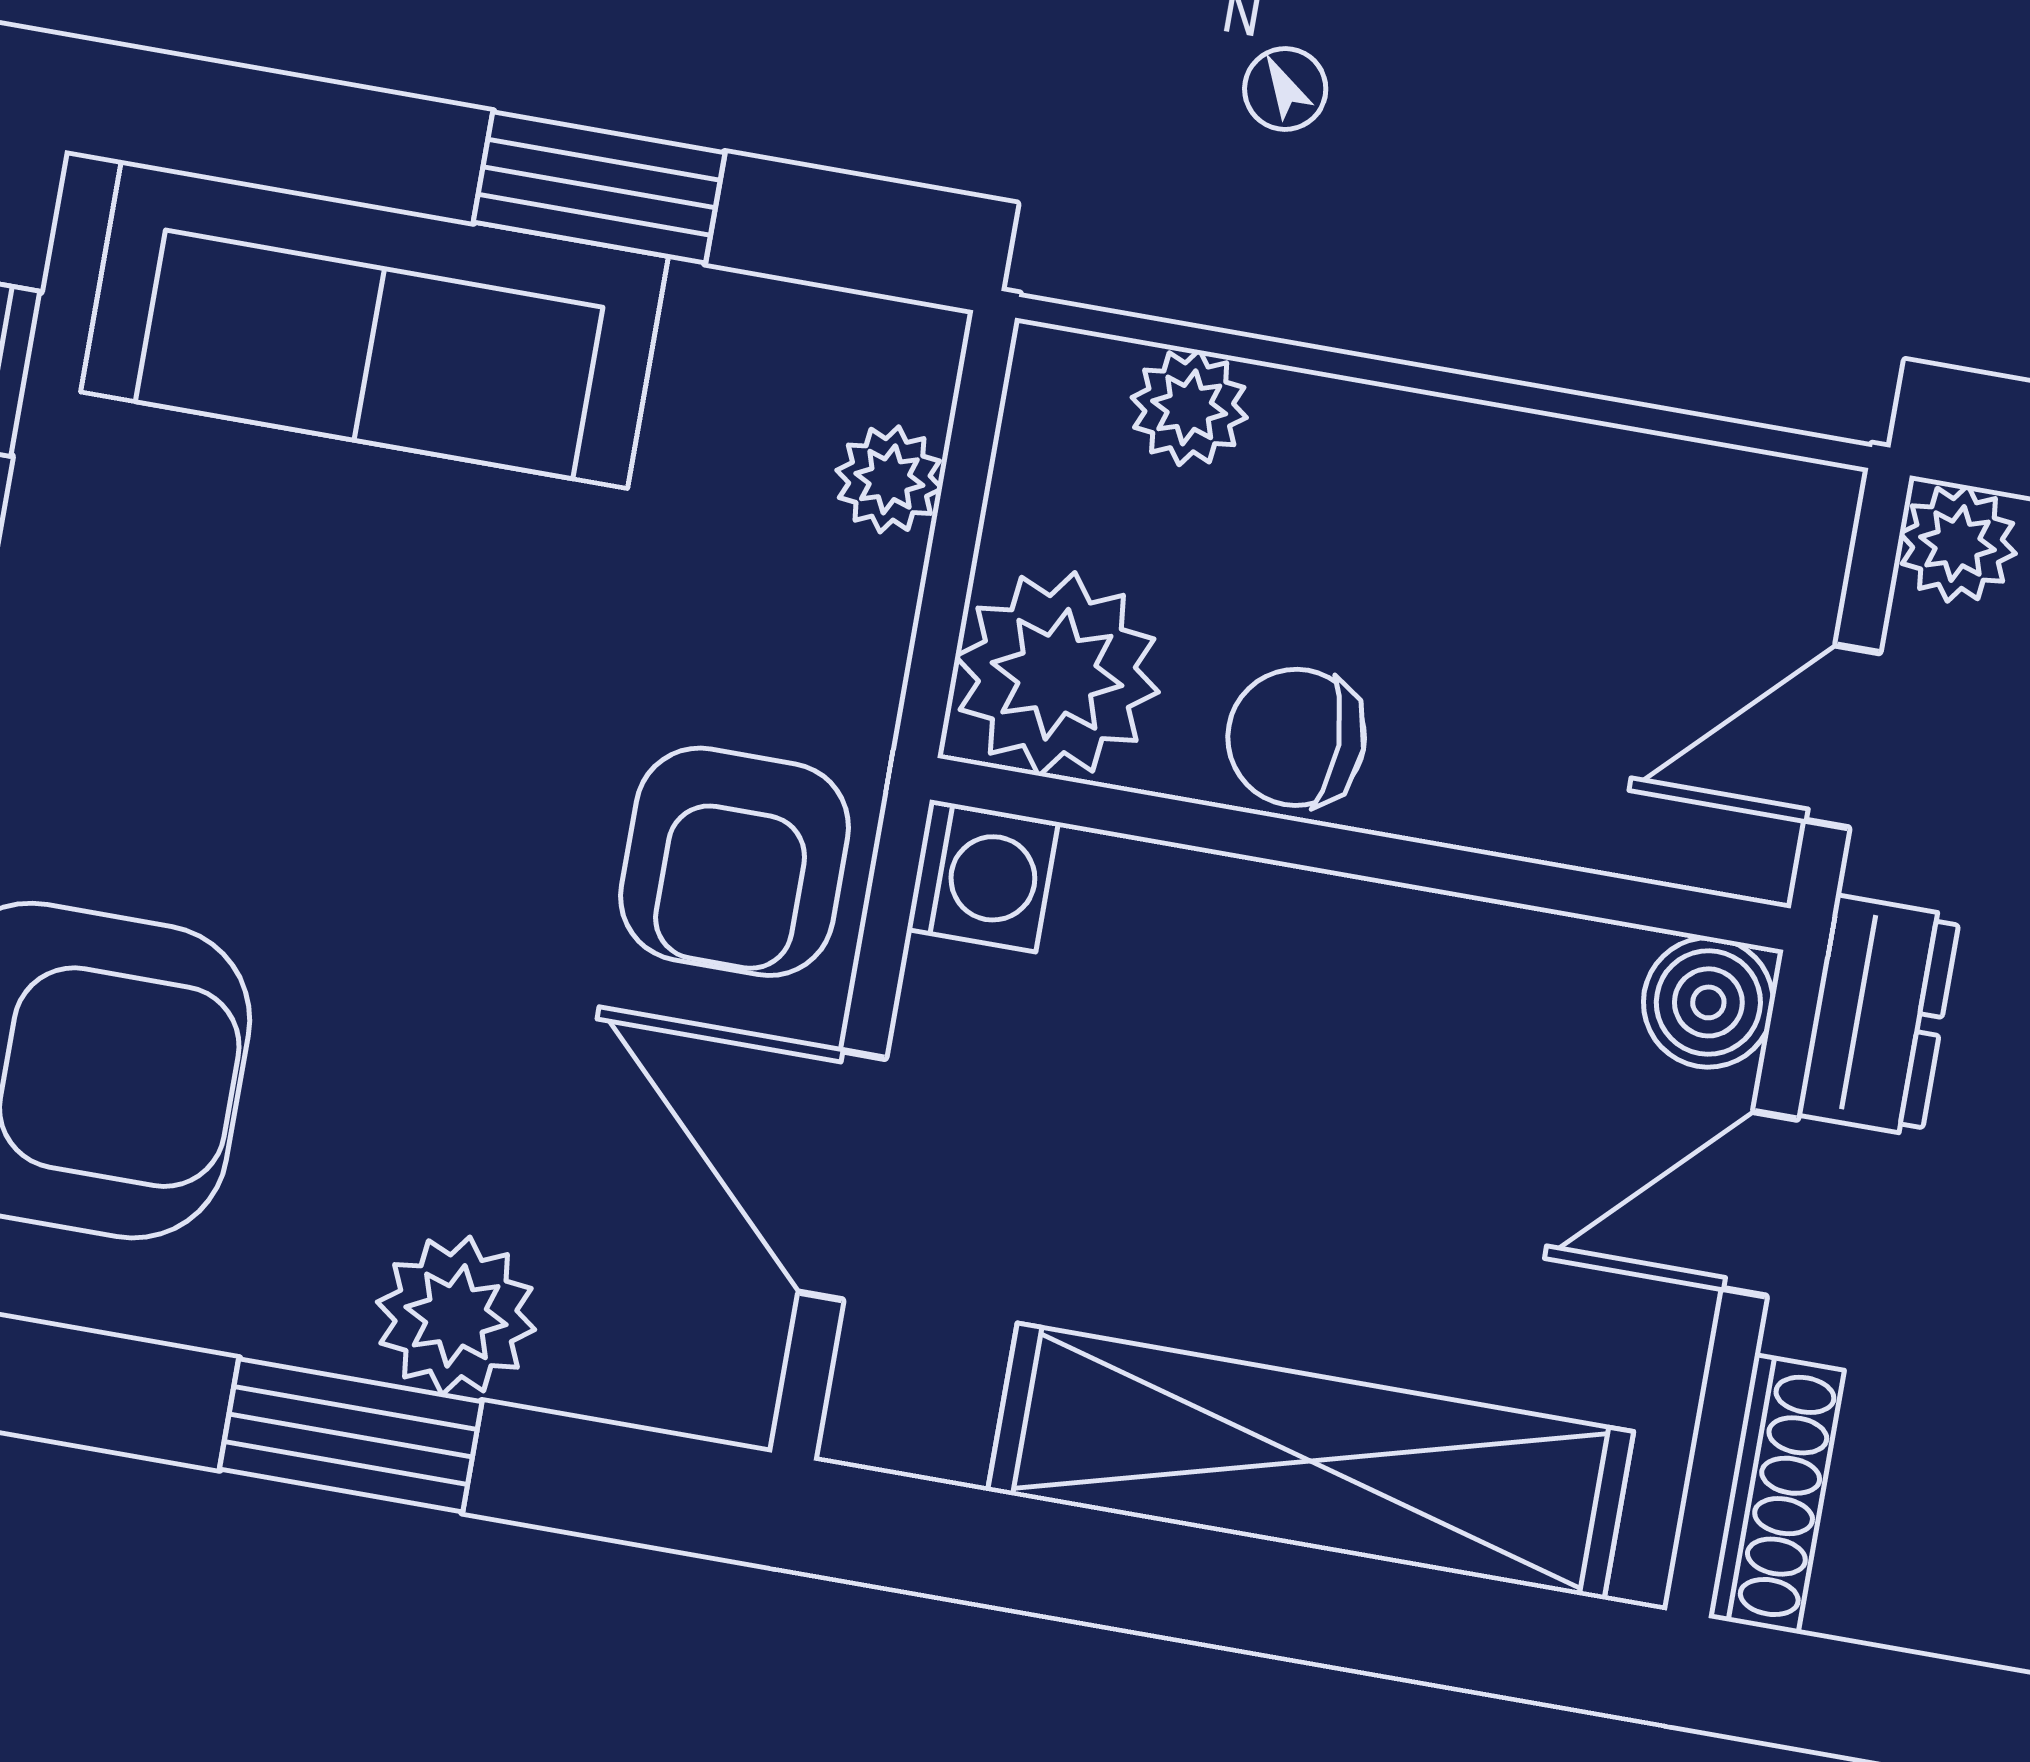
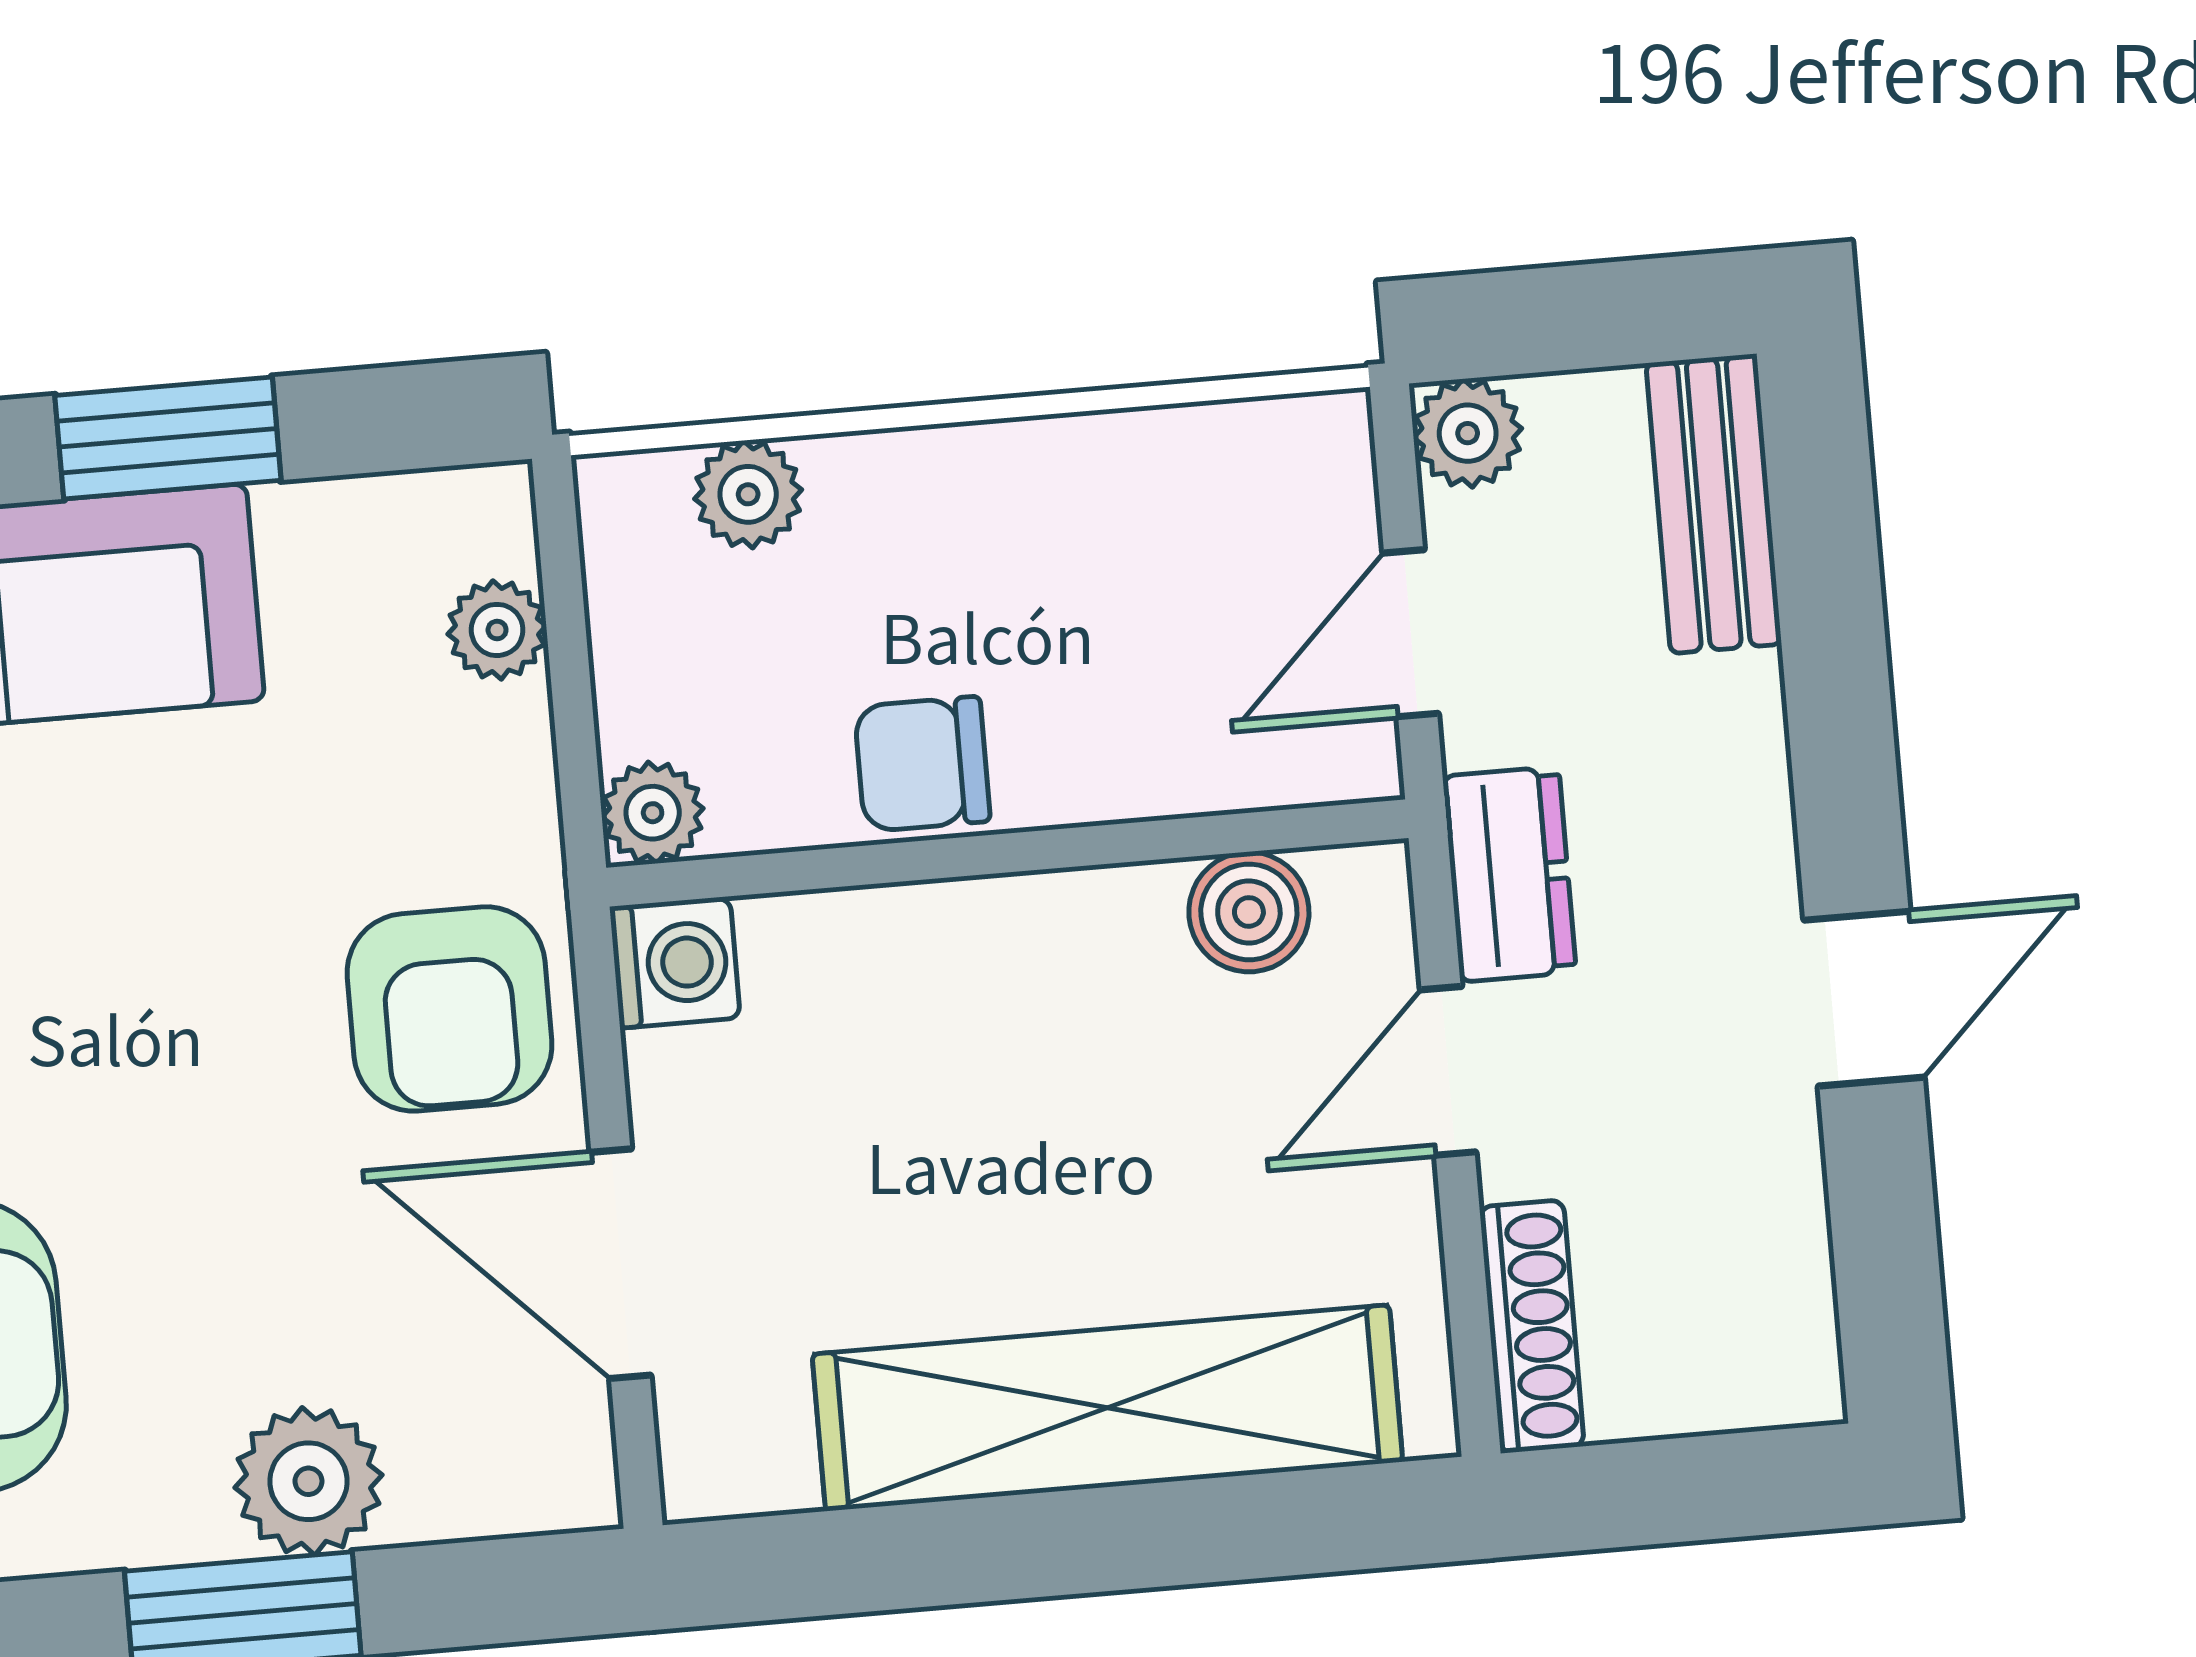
plant: (1057, 674) -> (653, 813), width x0.53, depth x0.53
boiler: (1708, 1002) -> (1249, 912), moved

